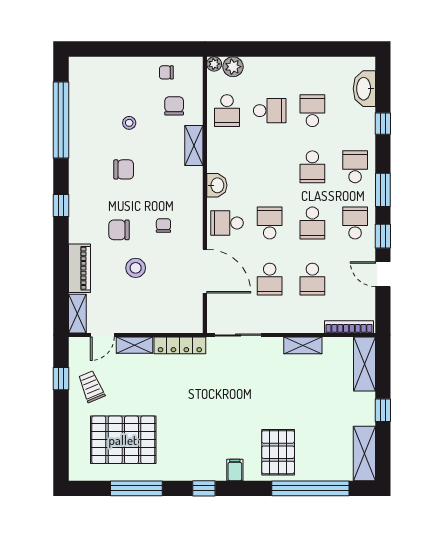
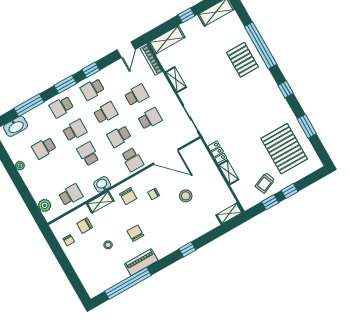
plant: (214, 64) -> (20, 166), moved
school desk: (270, 111) -> (88, 154), moved
window: (383, 124) -> (29, 105), width x2.17
washbasin: (217, 185) -> (102, 184), moved
window: (61, 205) -> (187, 249), moved
chair: (119, 230) -> (128, 196), moved
piano: (79, 268) -> (141, 262), moved
door: (205, 271) -> (166, 157), swing flipped
door: (383, 274) -> (126, 50), moved
door: (102, 335) -> (233, 193), removed
locker: (180, 345) -> (217, 152), width x0.66
window: (61, 414) -> (290, 191), added
pallet: (278, 452) -> (242, 60), turned 90
filing cabinet: (235, 470) -> (266, 78), removed
window: (136, 488) -> (307, 126), width x0.69
window: (310, 488) -> (261, 45), moved

